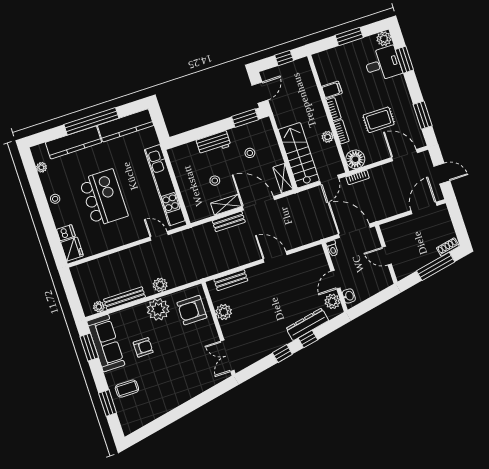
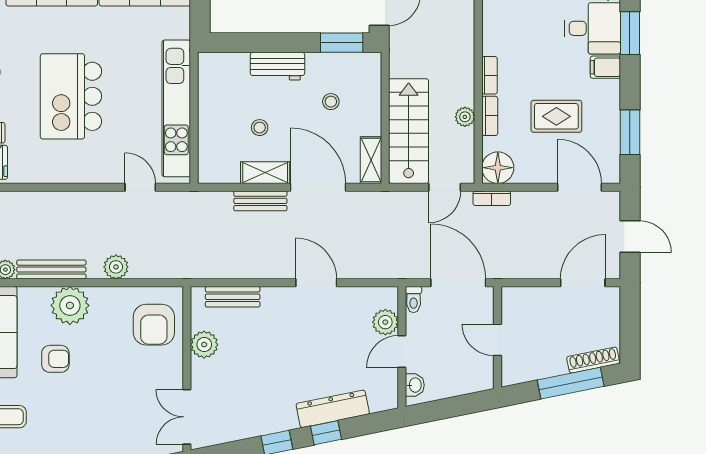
filing cabinet: (332, 90) -> (605, 67), moved, turned 180
kitchen island: (104, 198) -> (71, 96), turned 180
shoe rack: (448, 247) -> (593, 360), width x1.43
plant: (332, 301) -> (385, 322), moved
plant: (158, 309) -> (70, 305), moved
armchair: (192, 310) -> (154, 325), turned -90

